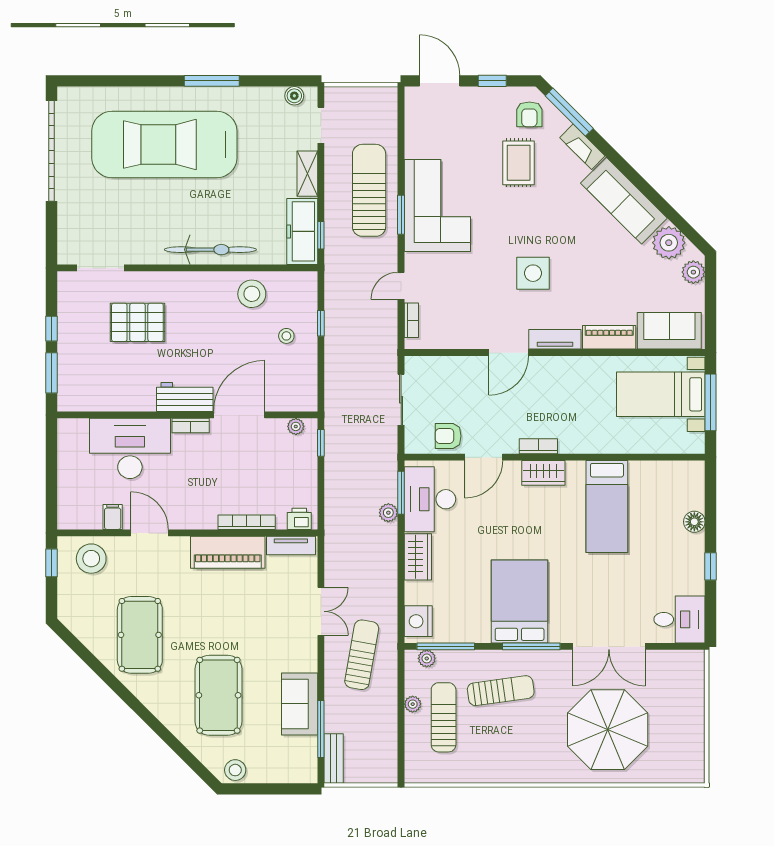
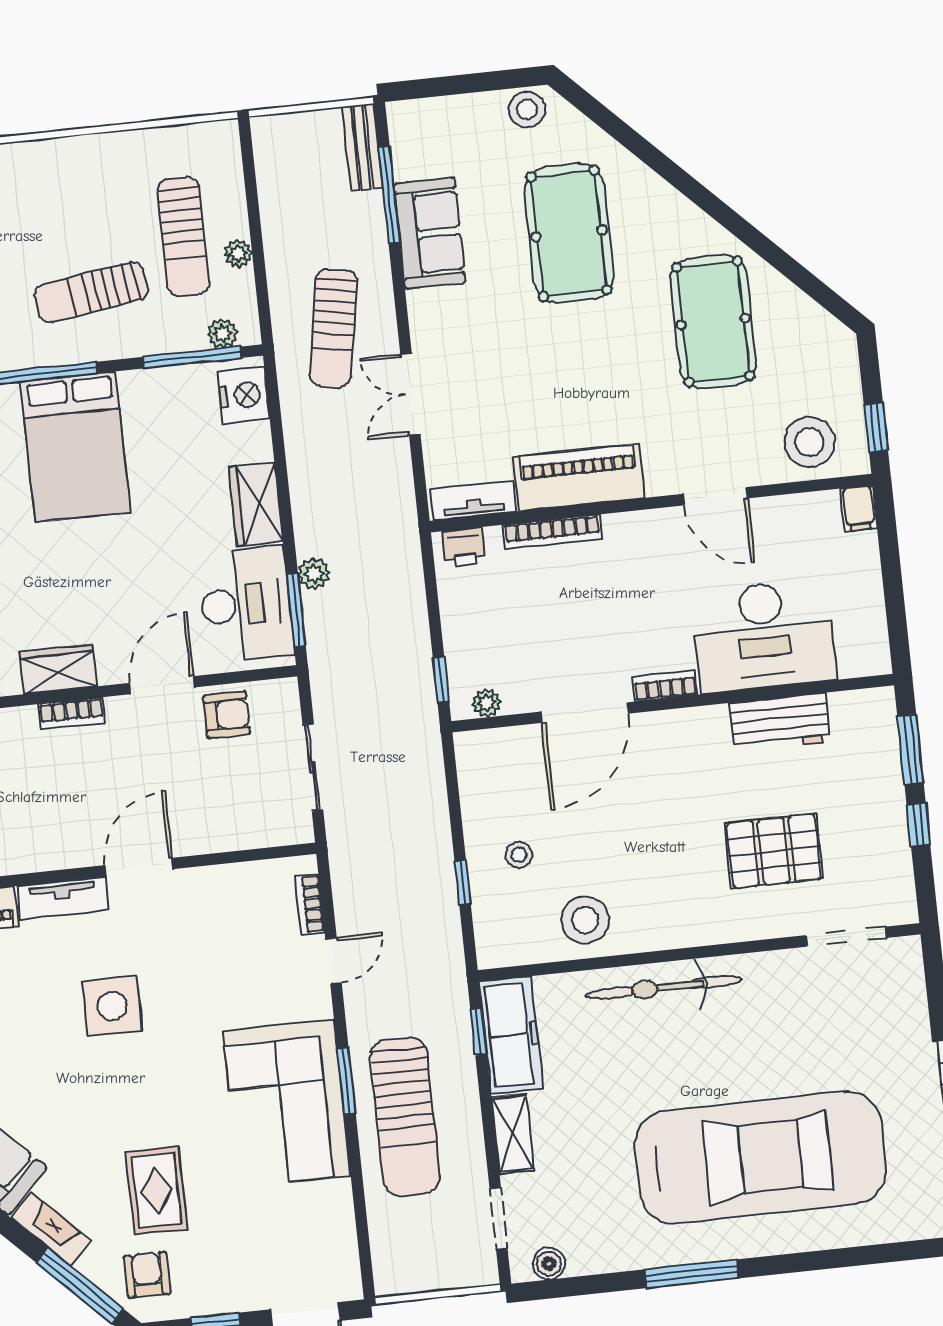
workbench: (185, 397) -> (780, 722), moved
filing cabinet: (113, 517) -> (859, 508), moved

